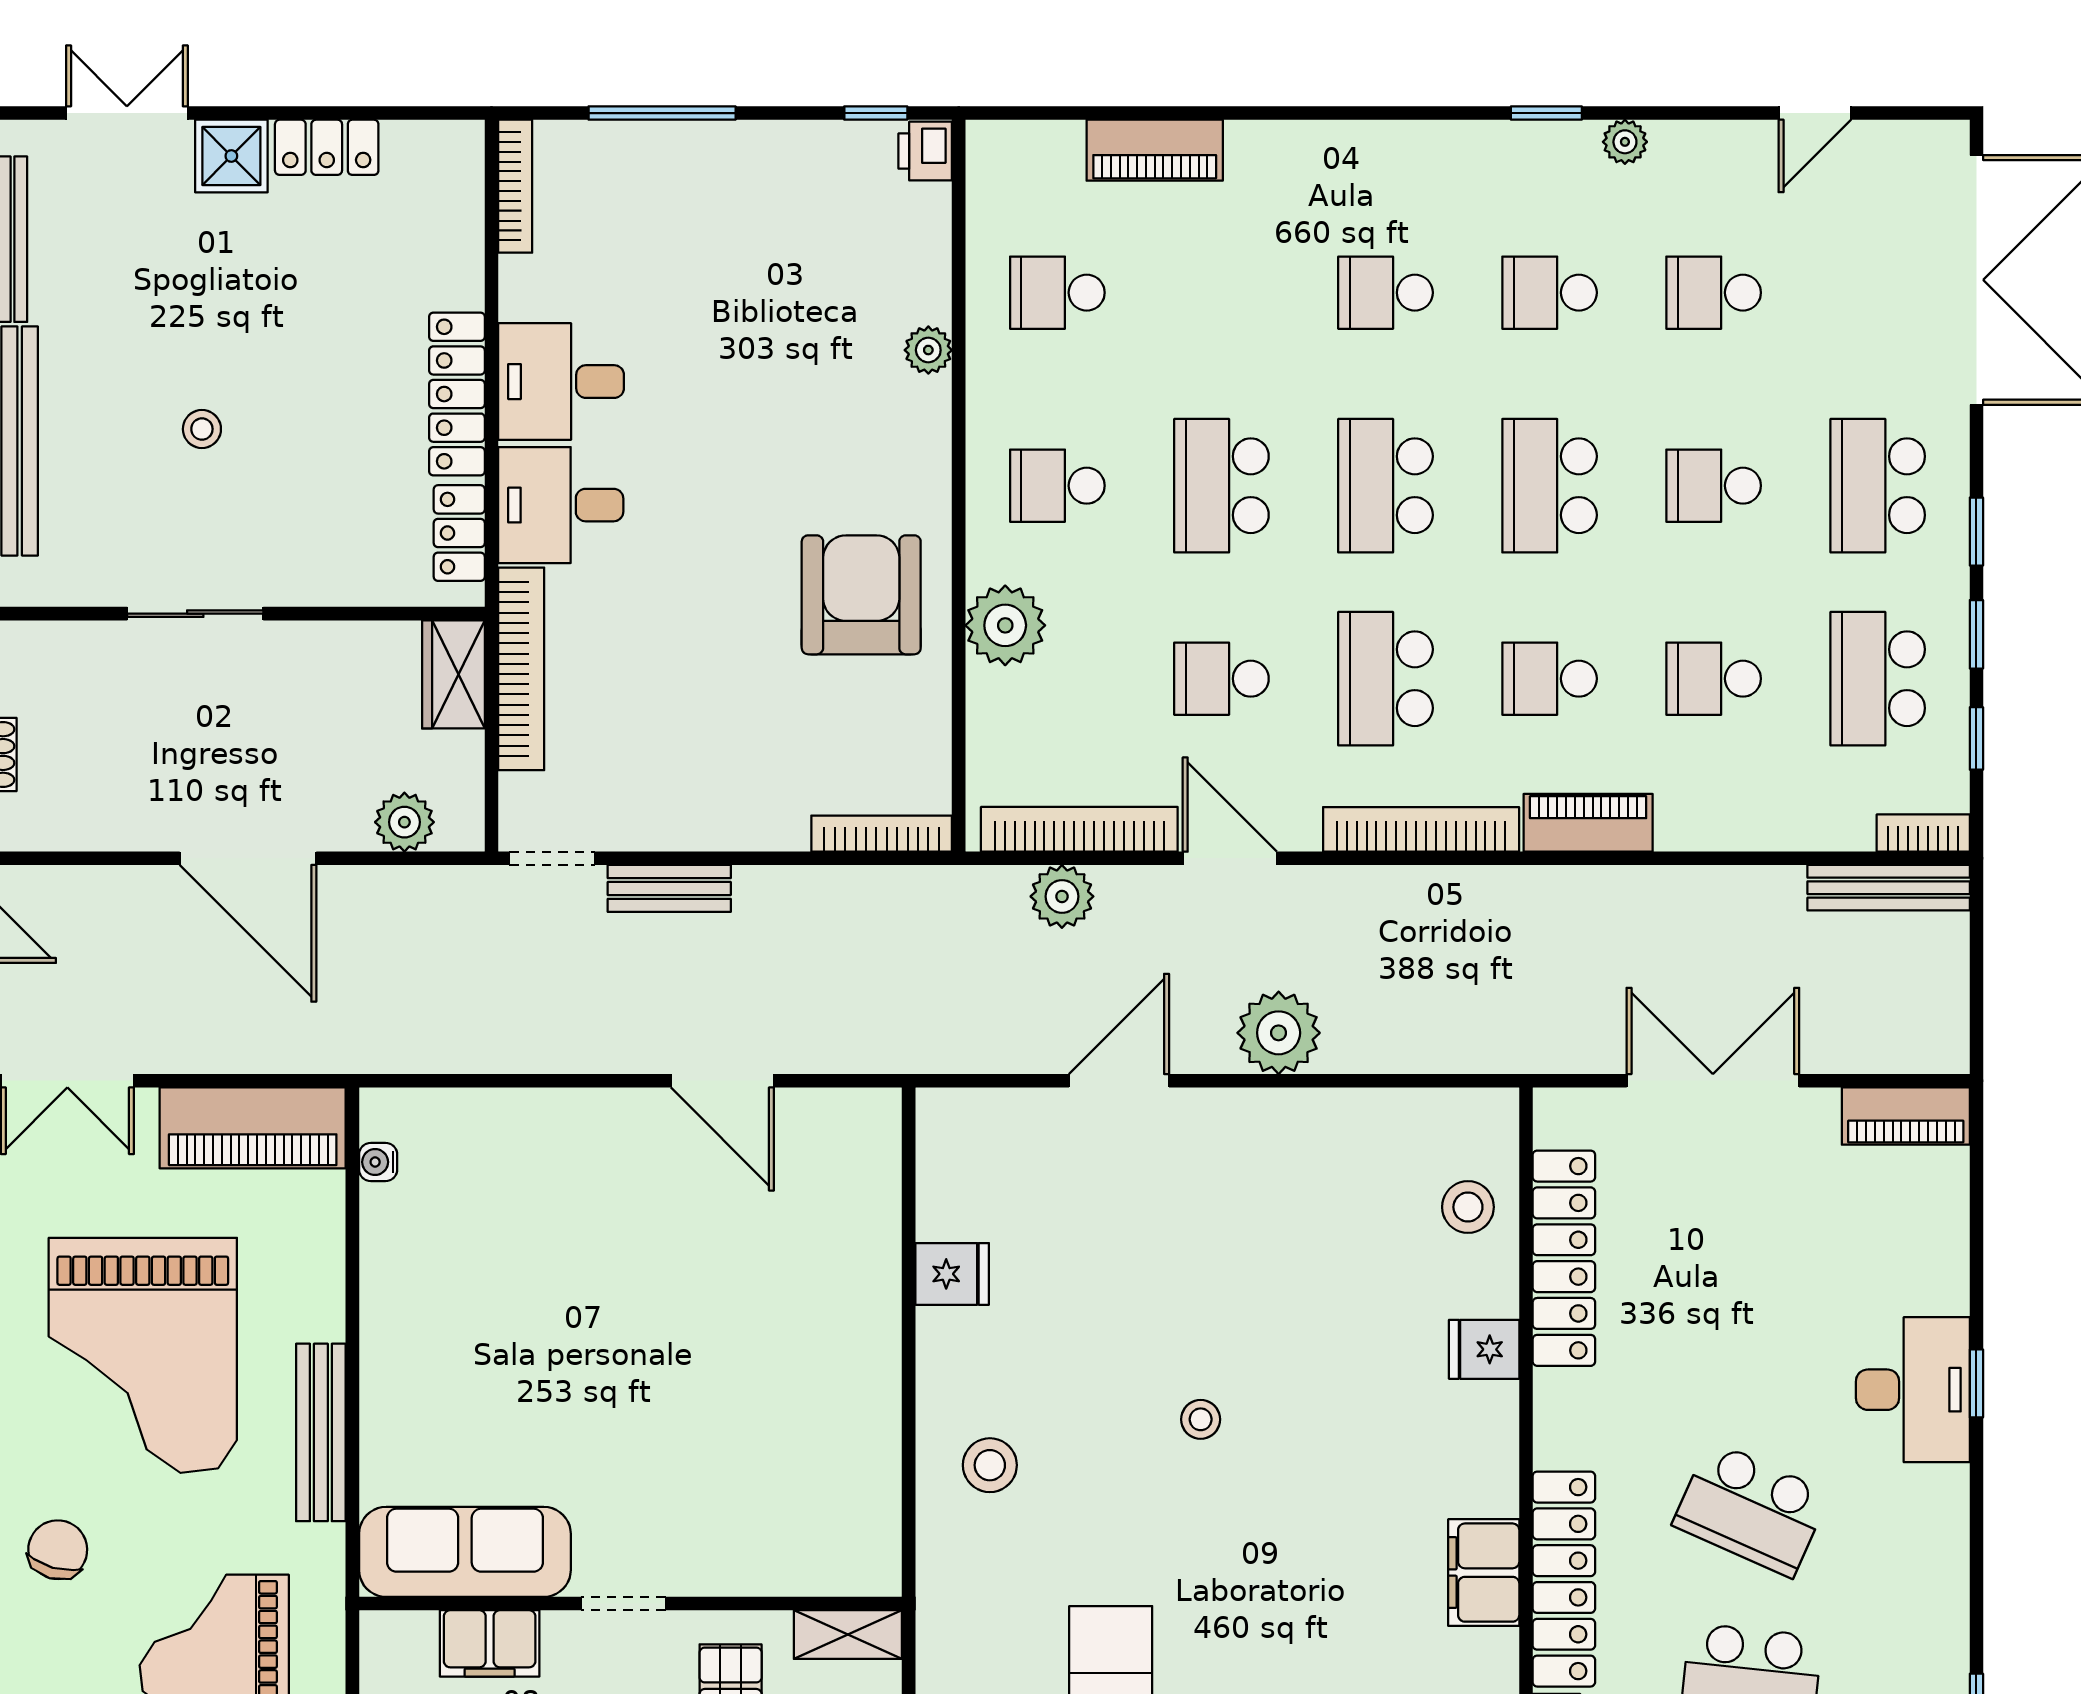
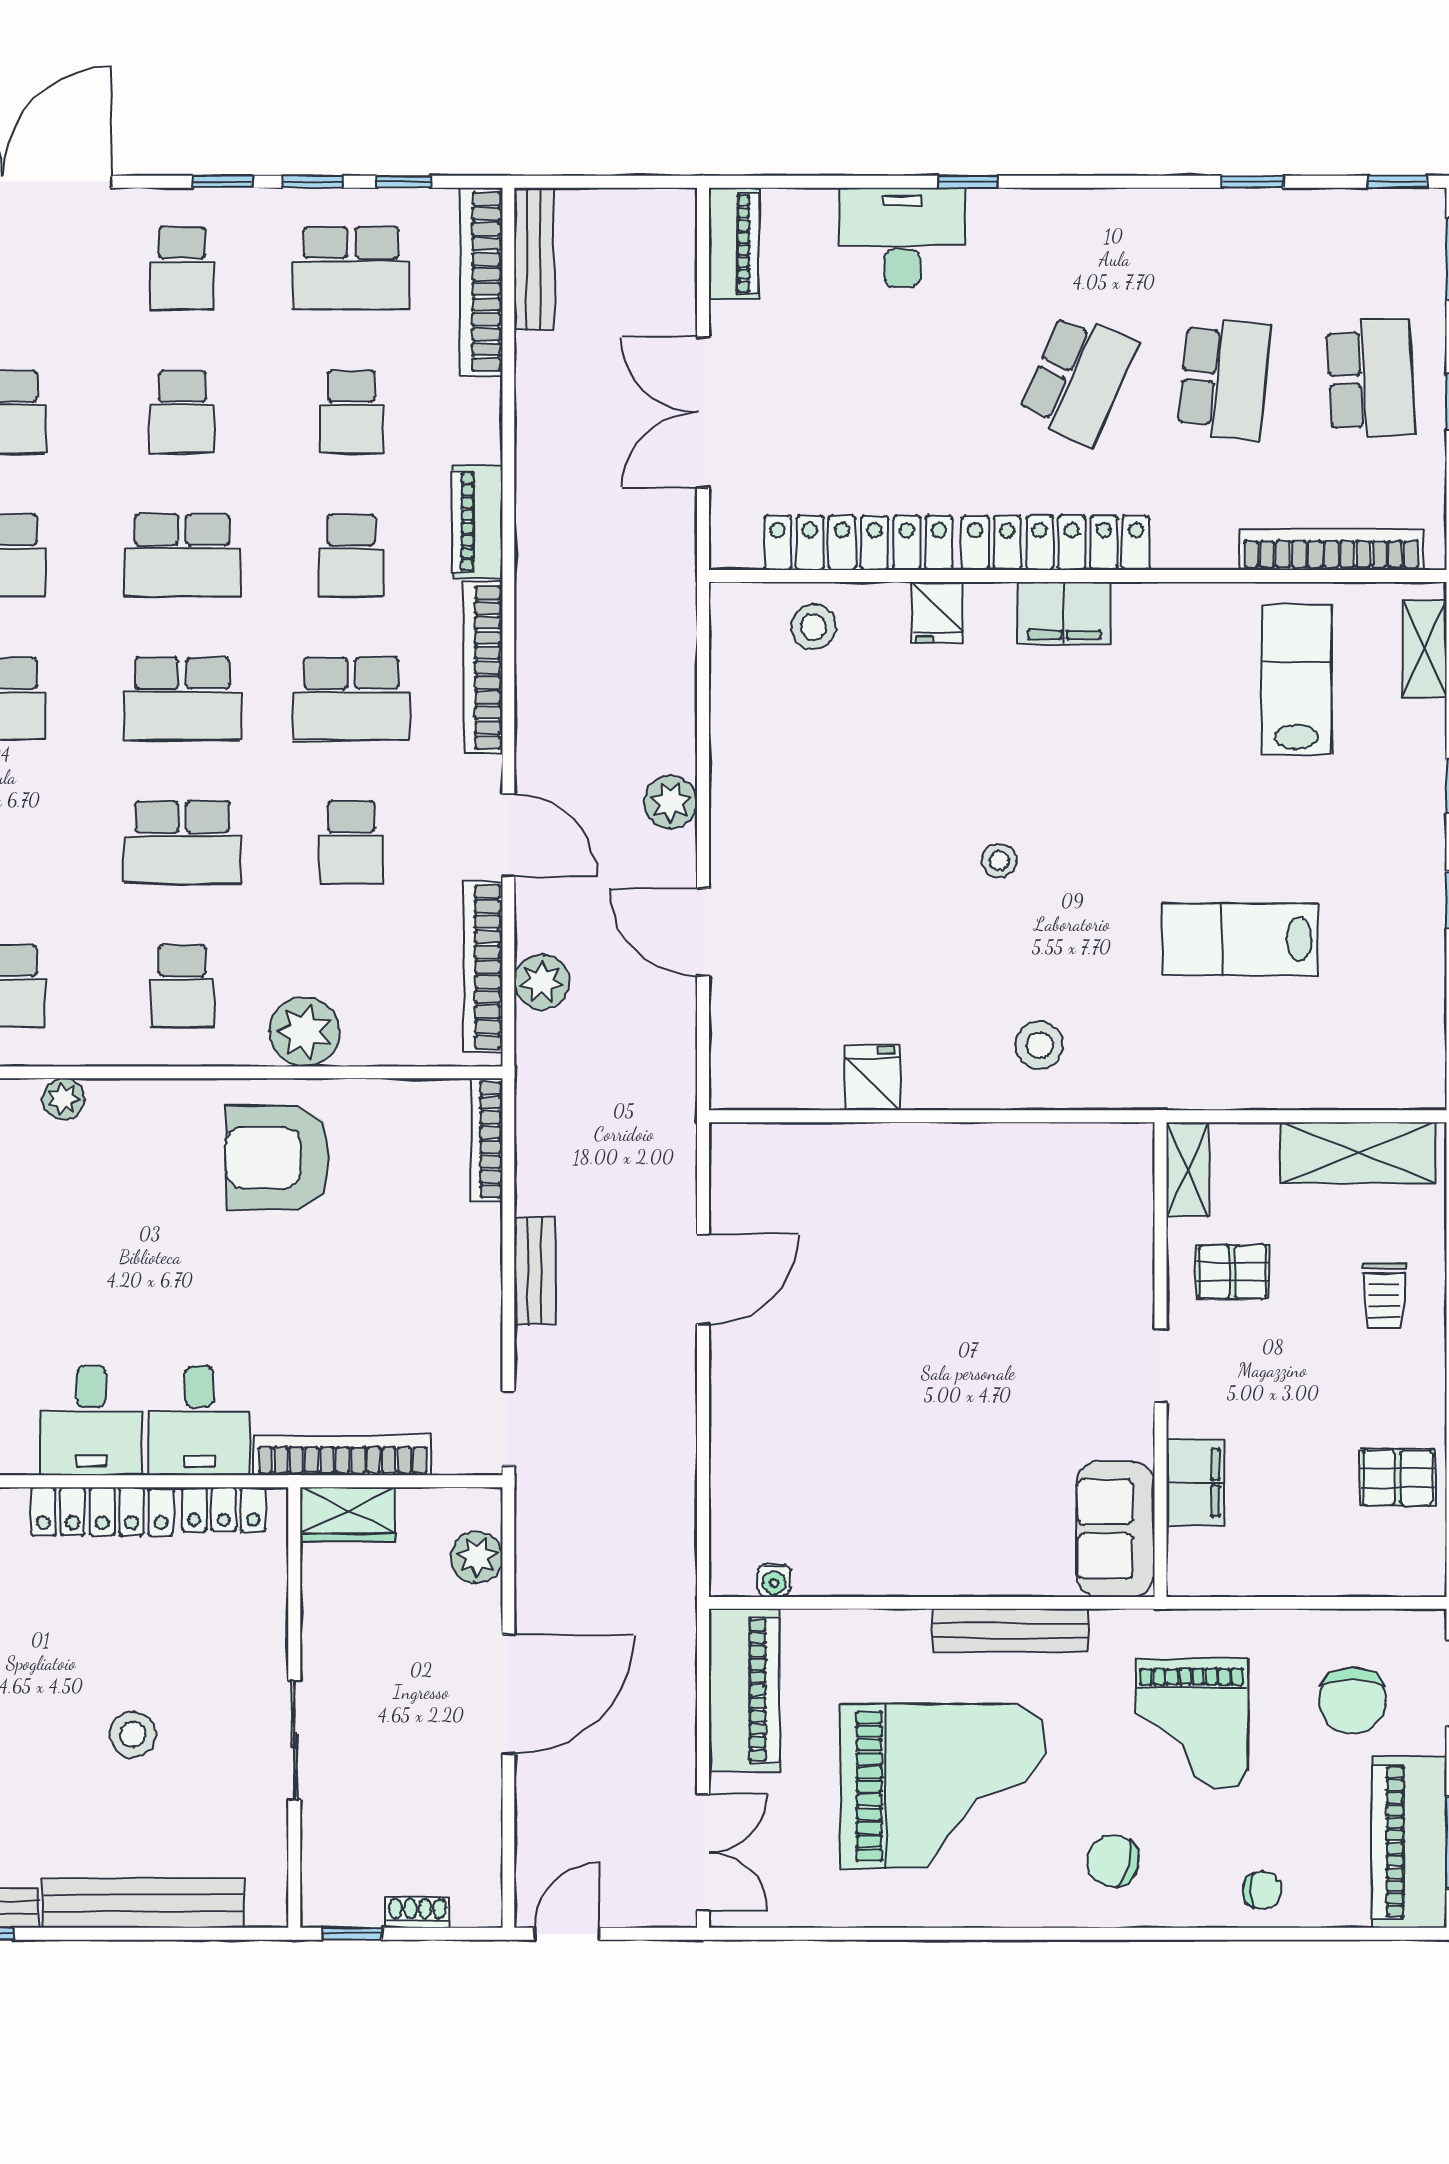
stool: (202, 429) -> (133, 1735), width x1.37, depth x1.37
school desk: (1878, 486) -> (182, 268), width x0.54
bookcase: (1923, 833) -> (481, 282), width x2.31, depth x1.31
door: (1230, 858) -> (508, 835), swing flipped
bench: (669, 888) -> (535, 1270), moved
plant: (1279, 1033) -> (671, 802), width x0.73, depth x0.73
desk: (1913, 1390) -> (902, 237), moved
sofa: (465, 1552) -> (1115, 1529), width x0.73
filing cabinet: (1484, 1573) -> (1064, 613), moved
locker: (1564, 1579) -> (1056, 543), moved

